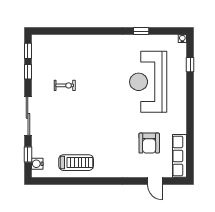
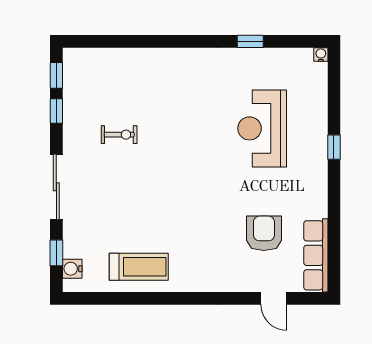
window: (190, 65) -> (334, 147), moved
reception desk: (148, 82) -> (262, 128), width x0.74, depth x0.77
armchair: (149, 143) -> (264, 233), turned 180

